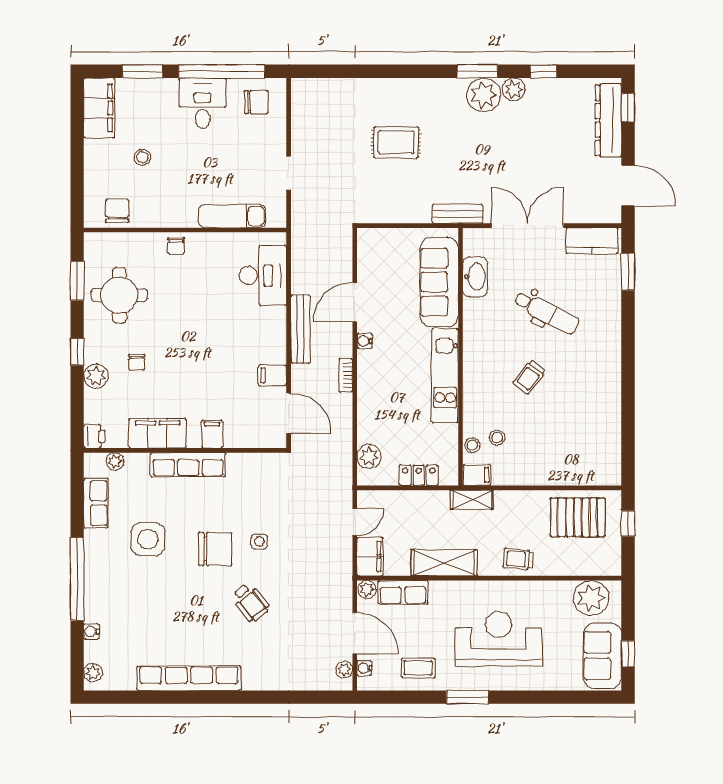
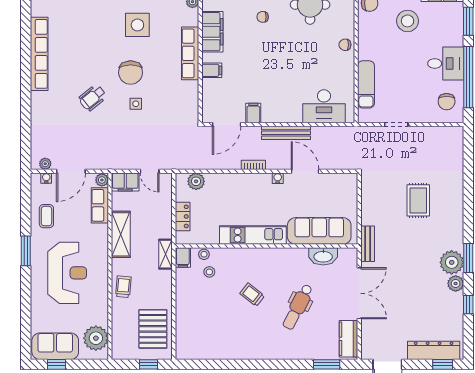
stool: (142, 157) -> (408, 21), width x1.89, depth x1.89

